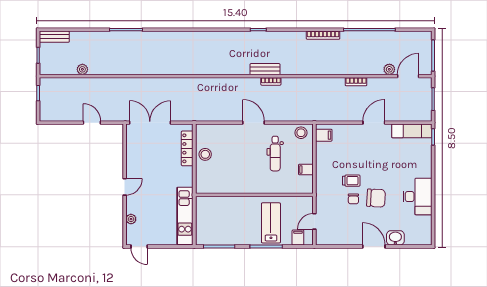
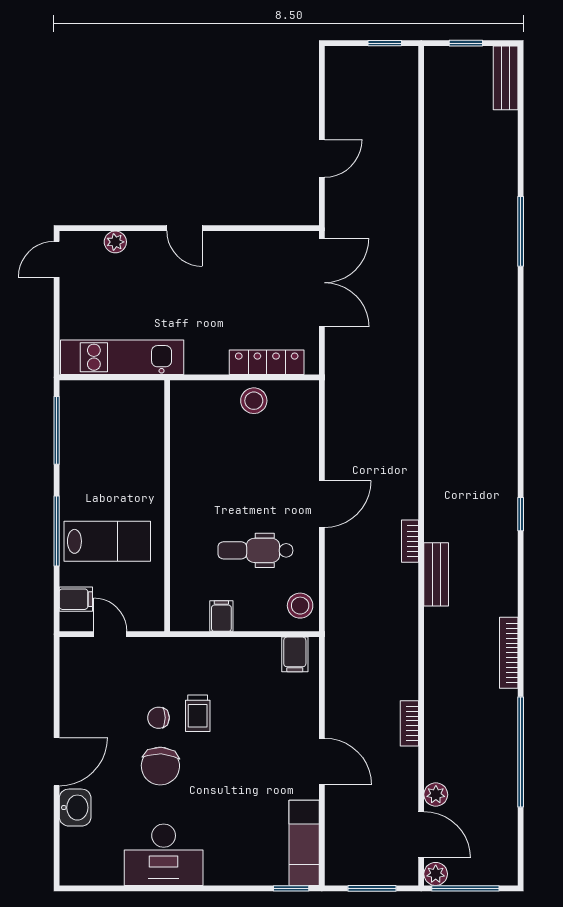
plant: (82, 69) -> (436, 874), moved
bench: (265, 69) -> (436, 574), moved

